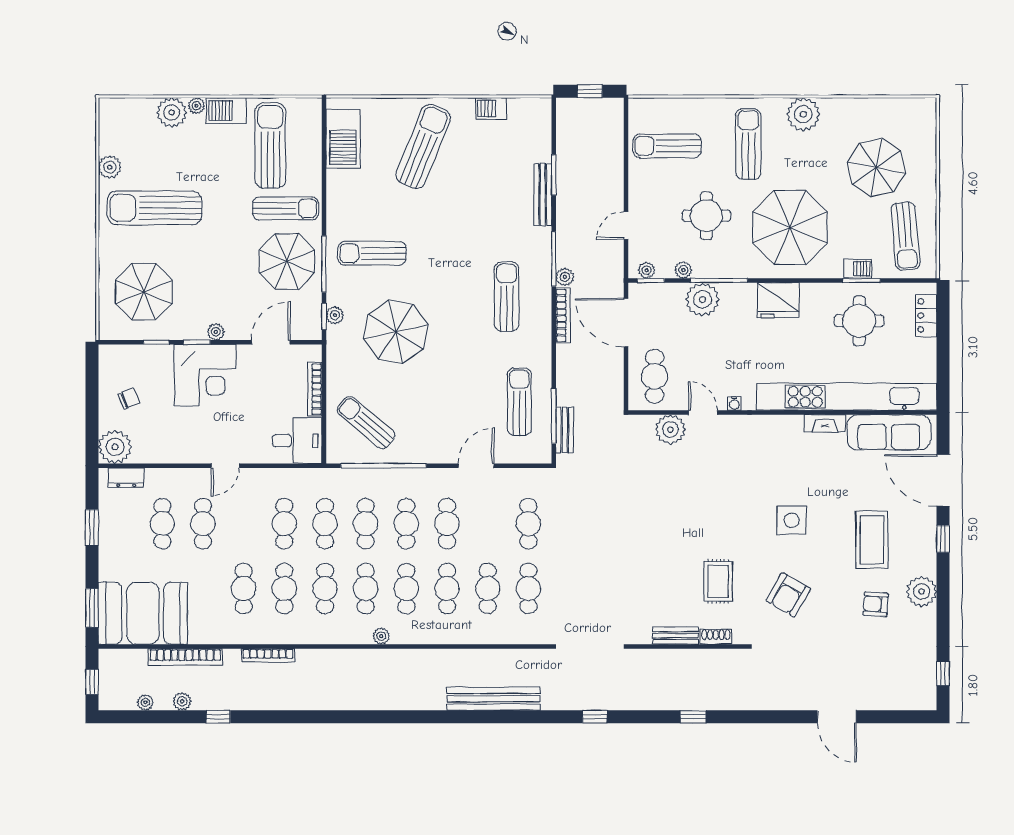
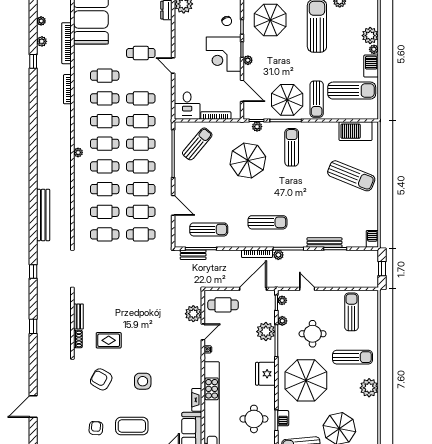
barbecue: (491, 108) -> (372, 239), moved
chair: (129, 398) -> (227, 21), moved
cafe table: (162, 524) -> (141, 212), moved

